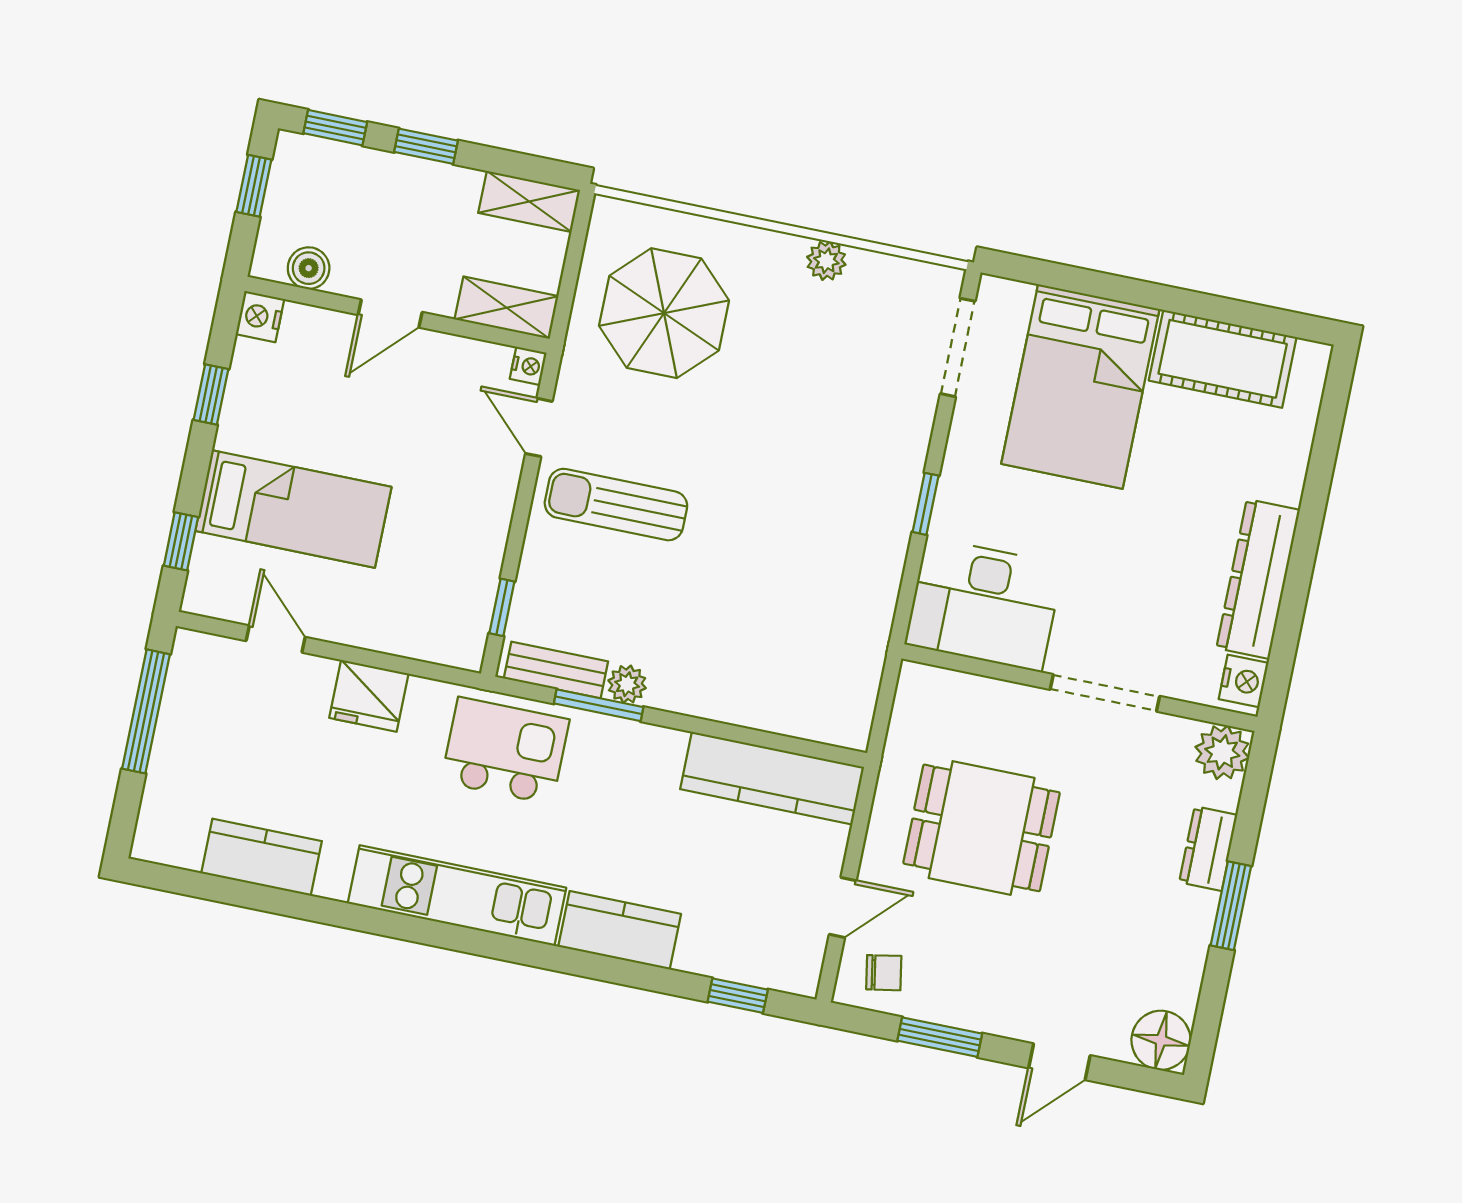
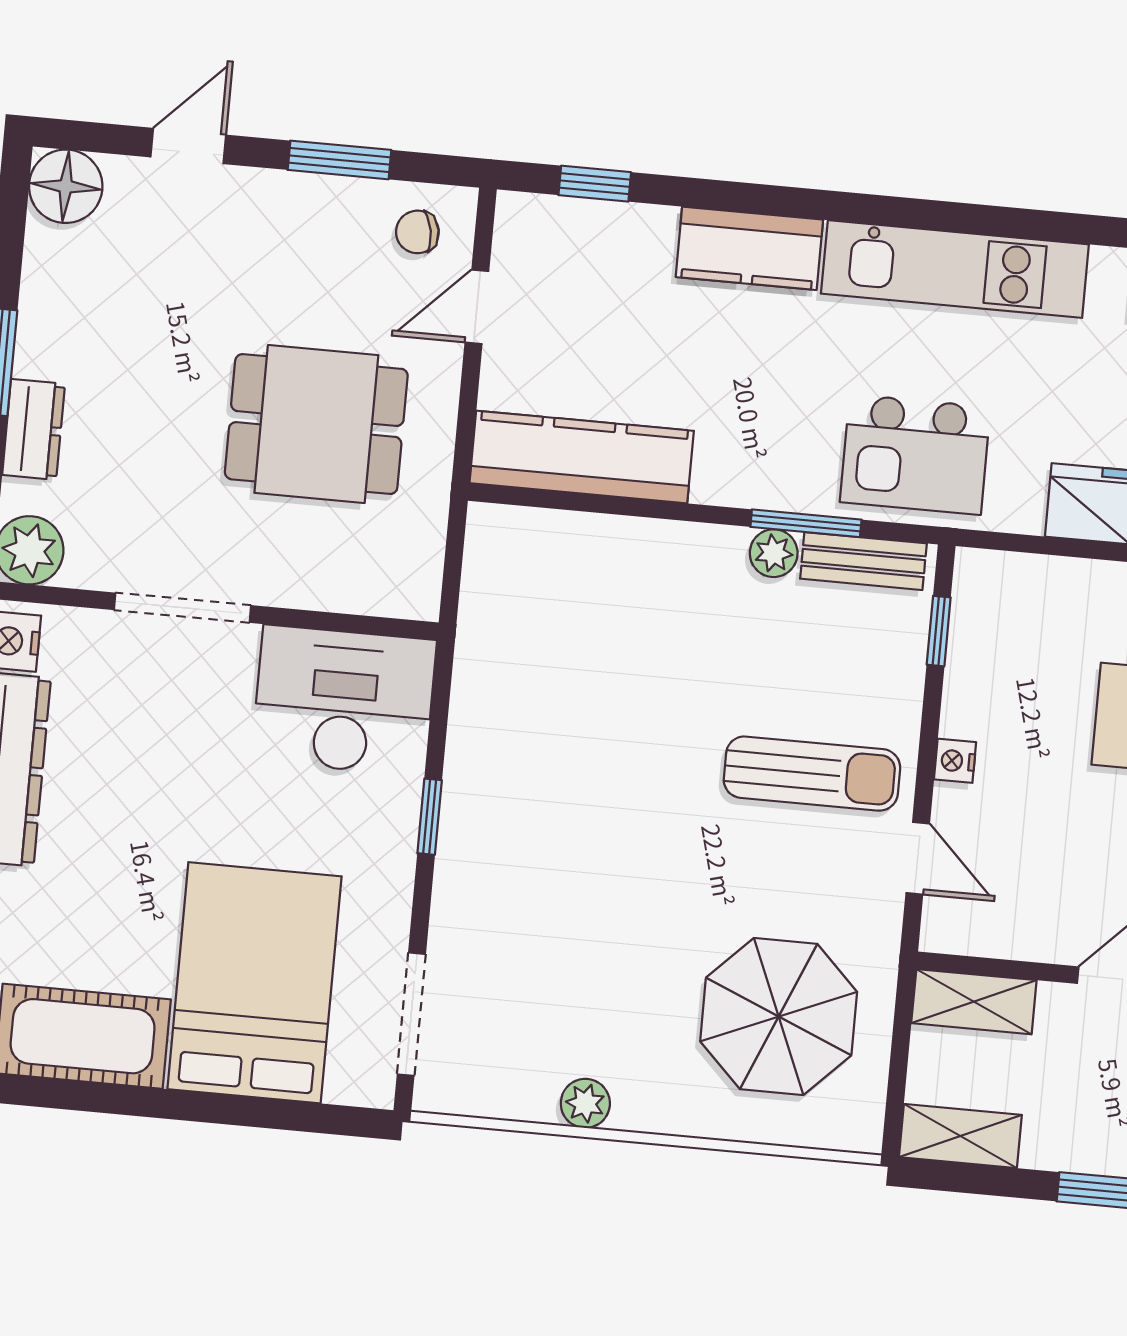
nightstand: (528, 366) -> (955, 761), moved

